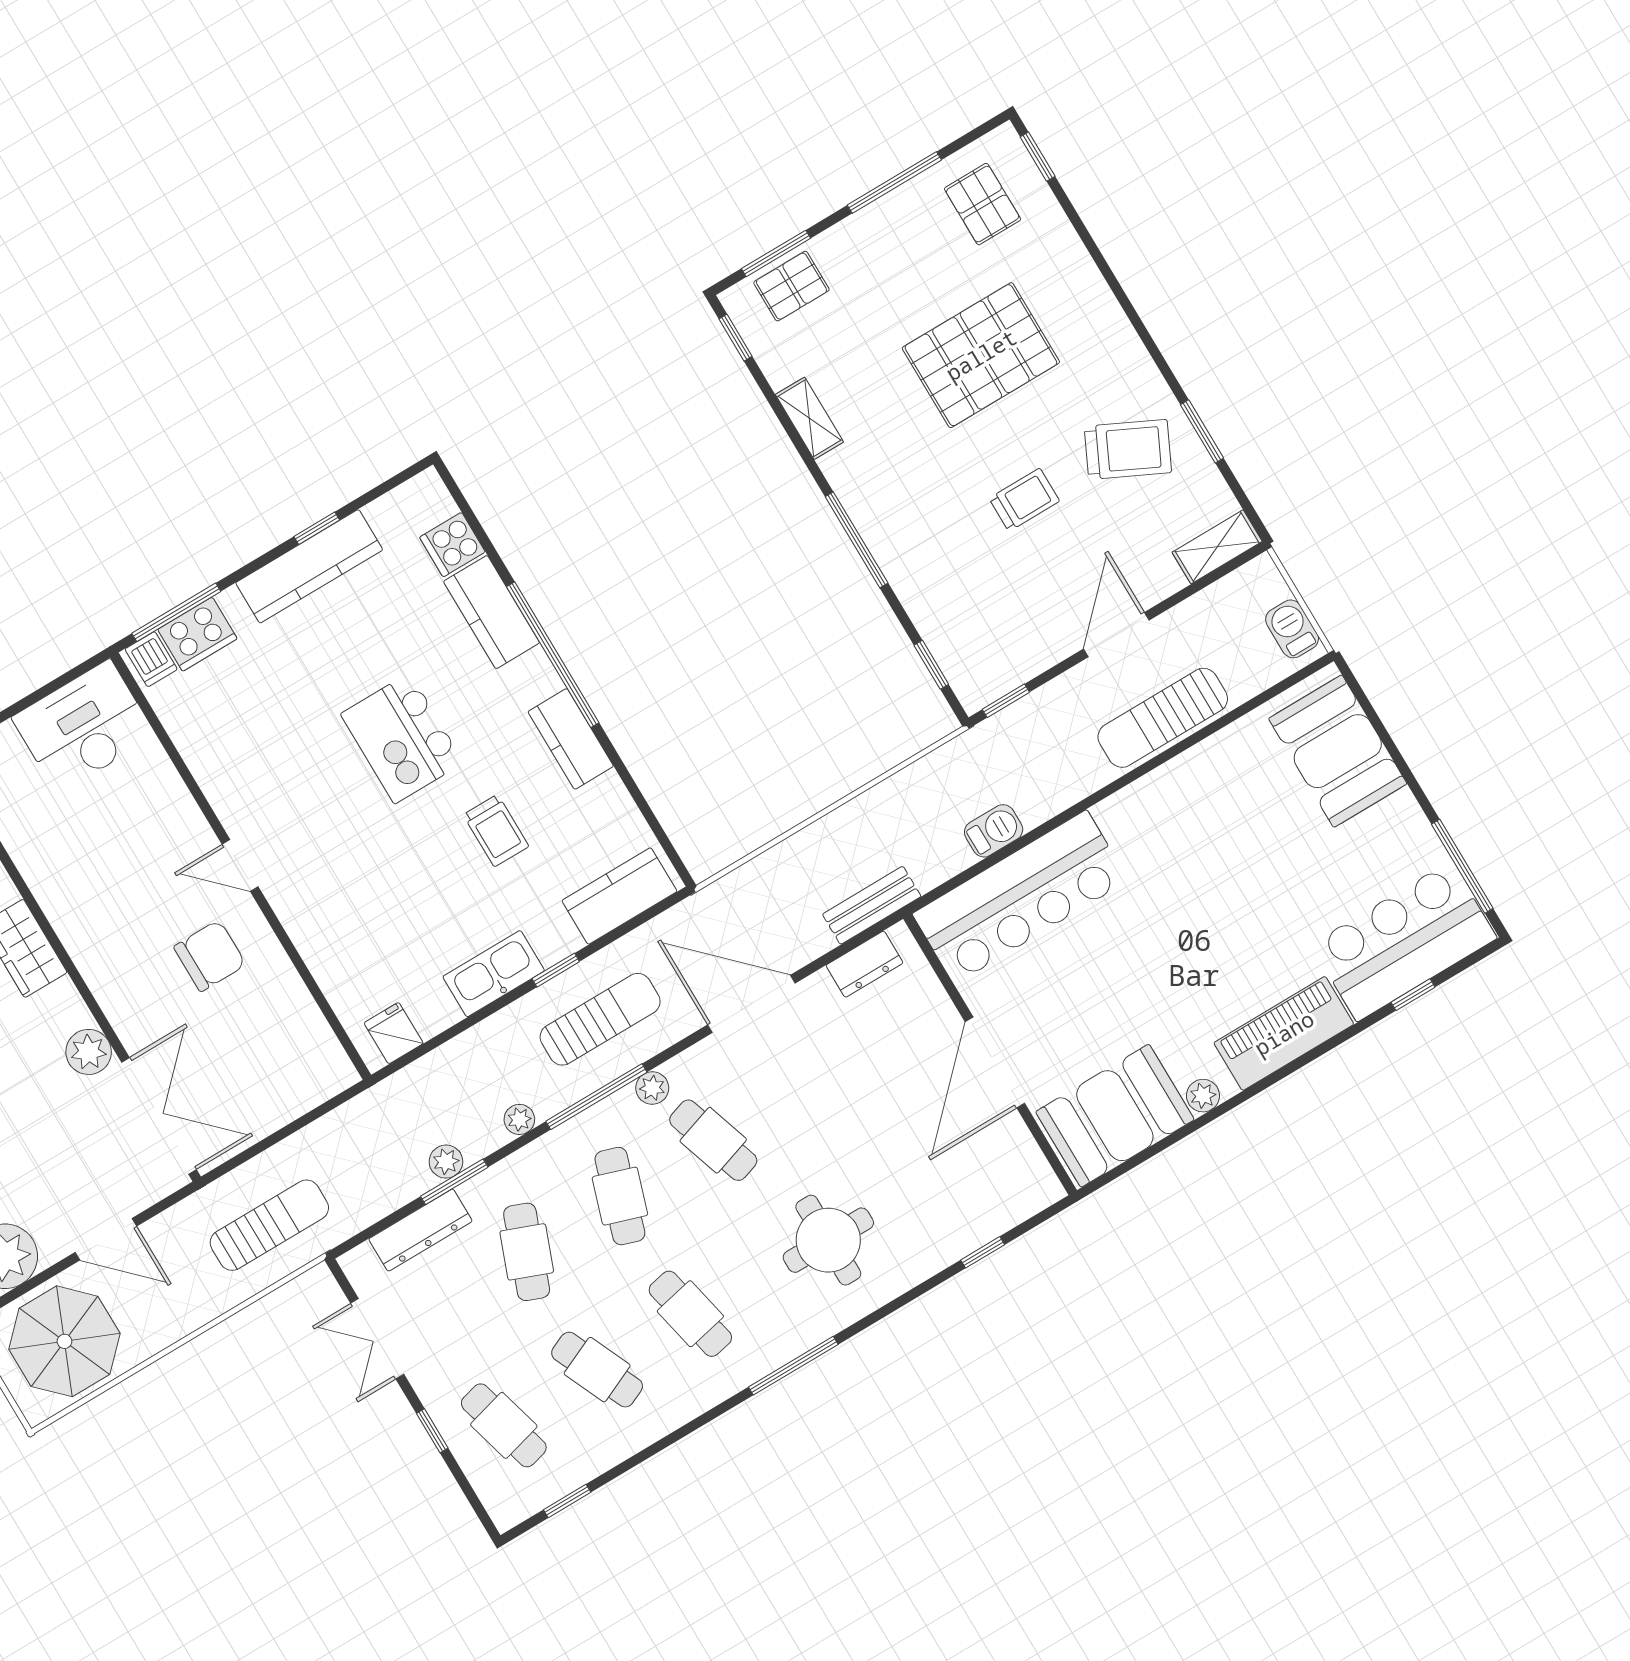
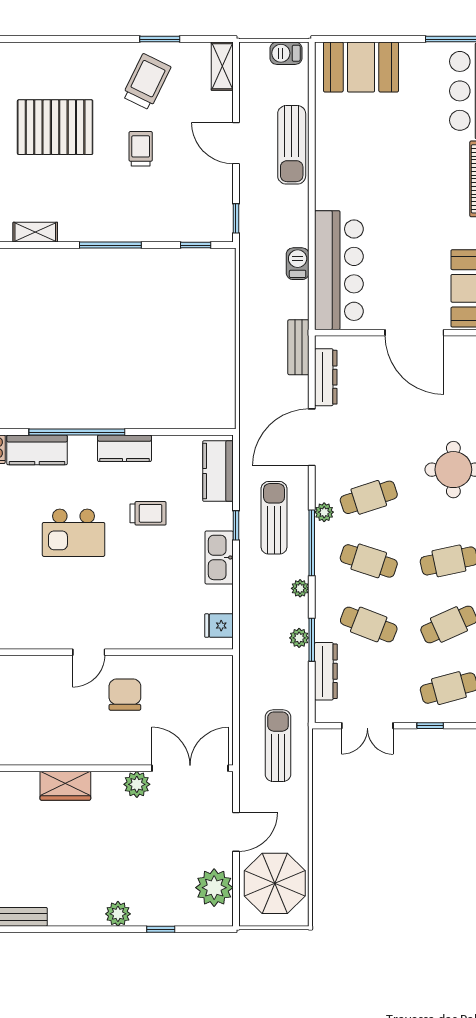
pallet: (981, 355) -> (55, 127), turned 90
dresser: (865, 964) -> (326, 377), width x1.44

